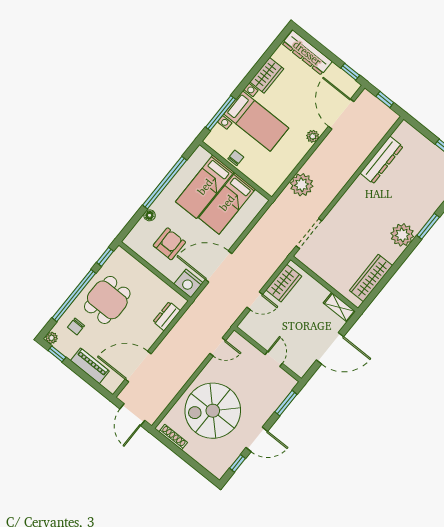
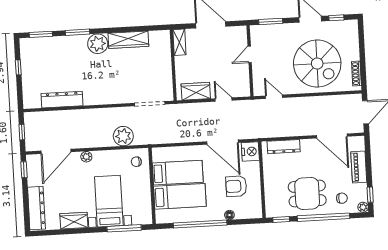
chair: (236, 158) -> (136, 162), moved
wardrobe: (371, 278) -> (128, 40), moved
dresser: (167, 316) -> (284, 147), width x1.44

